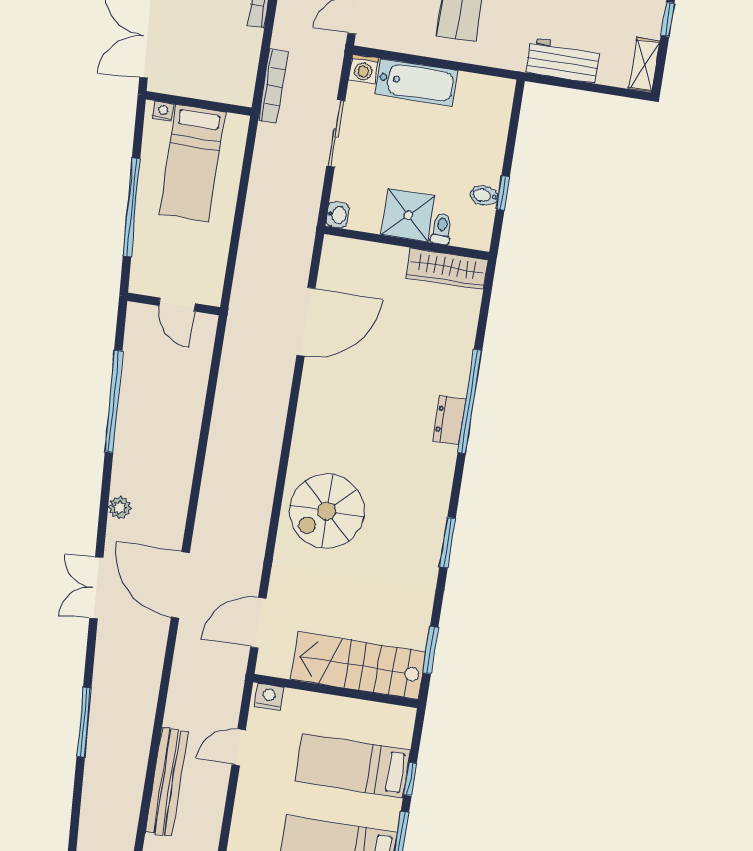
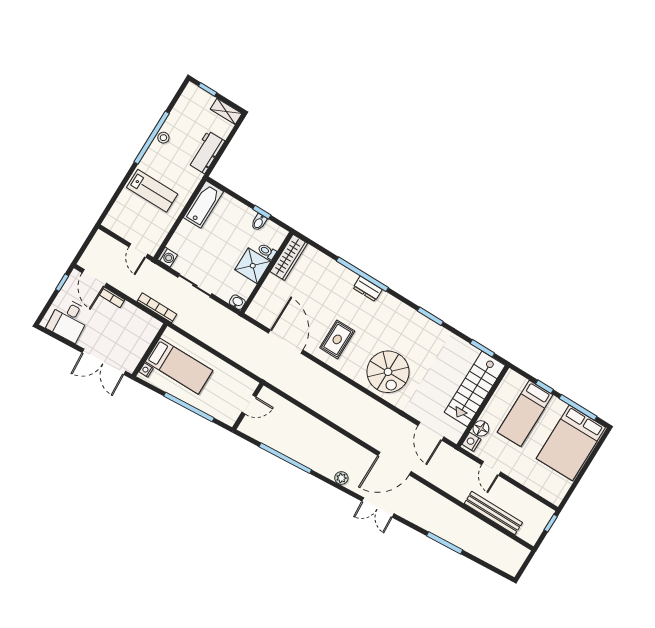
bathtub: (416, 82) -> (203, 204), moved
rug: (345, 405) -> (337, 339), added
floor lamp: (297, 703) -> (481, 428), added

